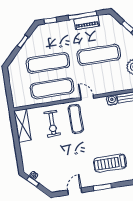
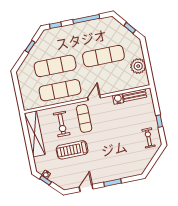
piano: (87, 23) -> (91, 26), removed
door: (87, 98) -> (94, 98), hinge flipped
shelving: (23, 125) -> (35, 134), width x1.47
treadmill: (110, 163) -> (72, 150), moved

